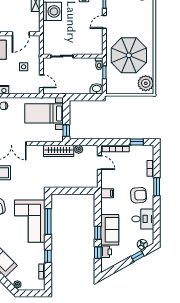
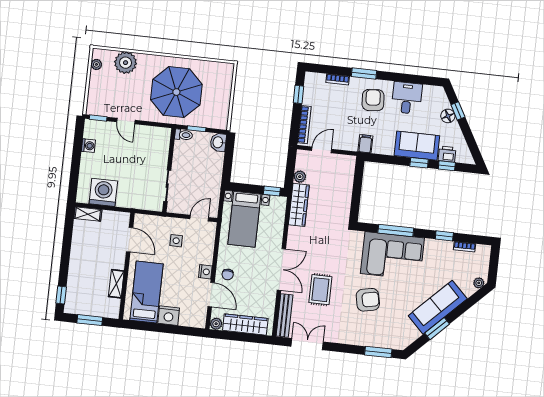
plant: (146, 83) -> (126, 63), moved
floor lamp: (142, 244) -> (448, 116), moved

